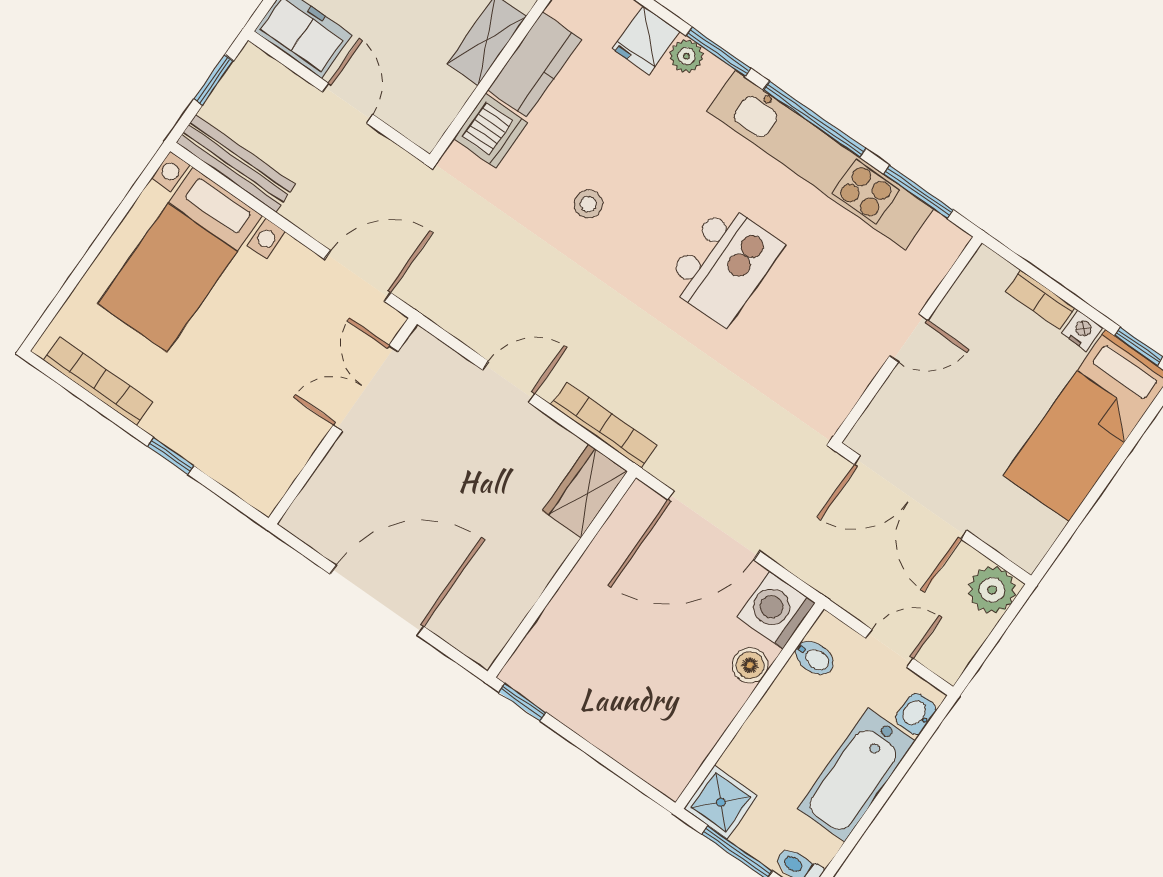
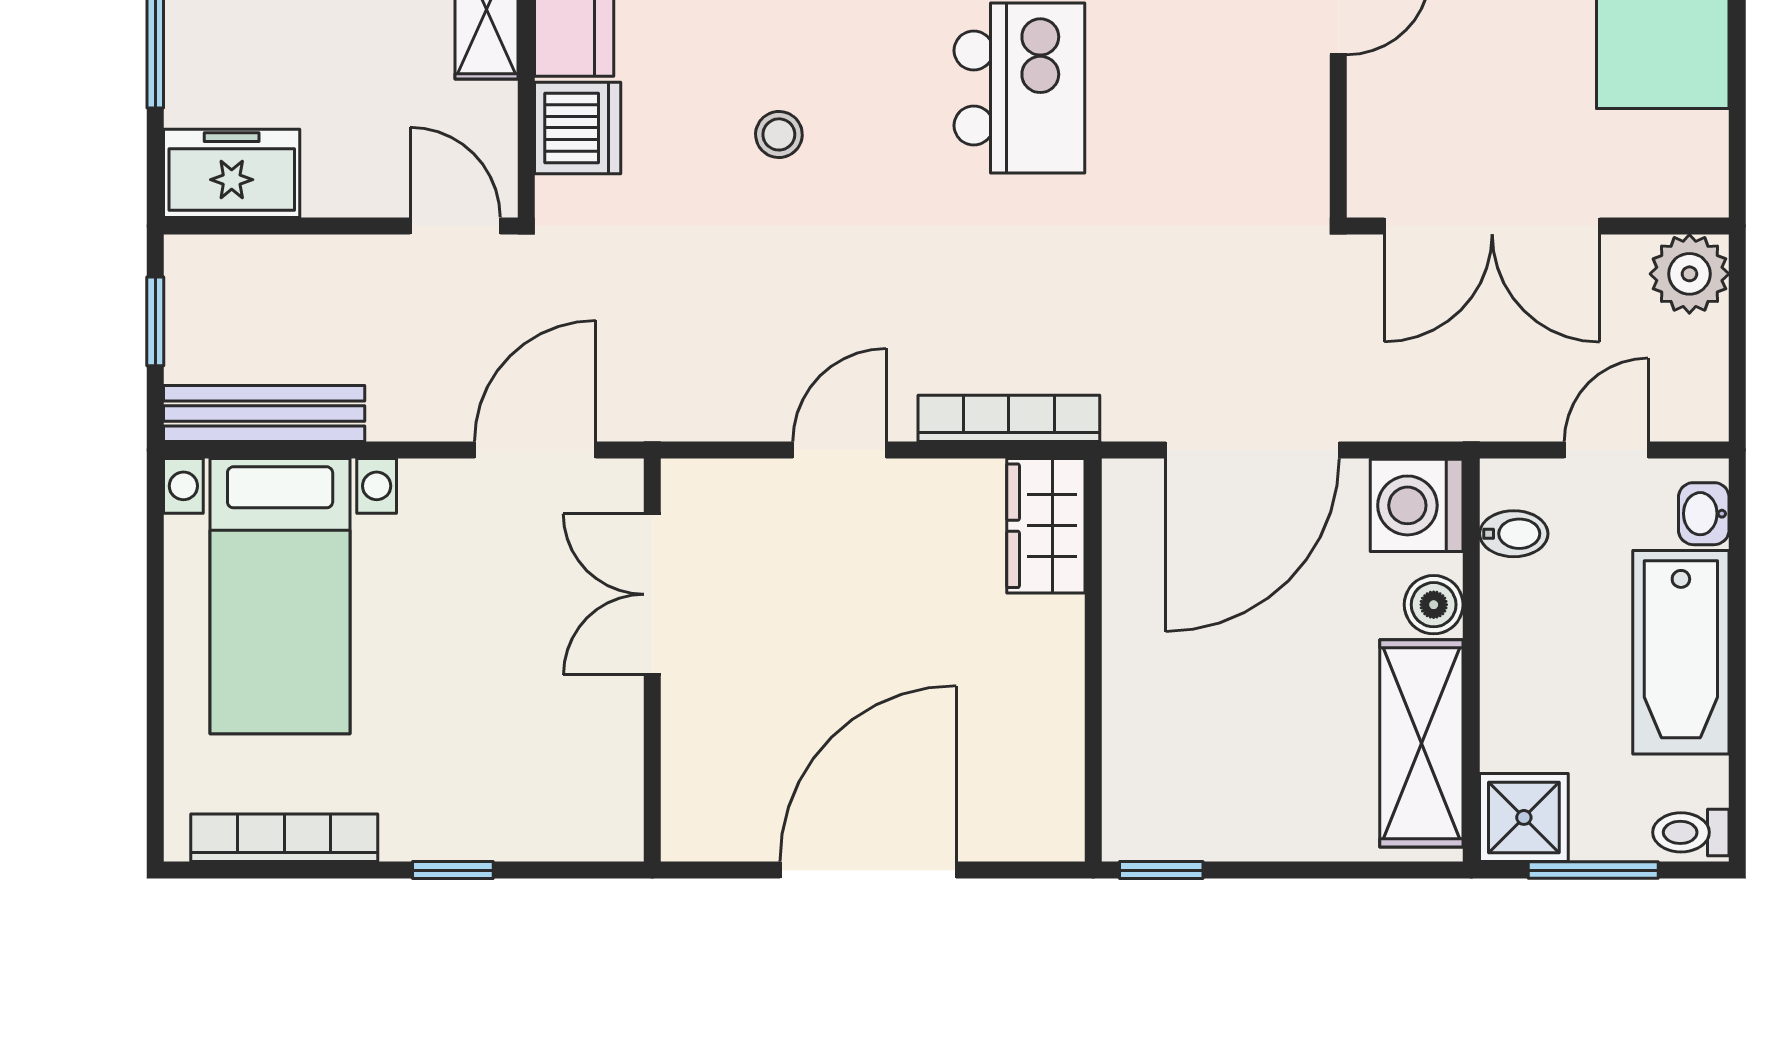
door: (348, 103) -> (455, 226), moved
shelving: (696, 730) -> (1421, 743), added

